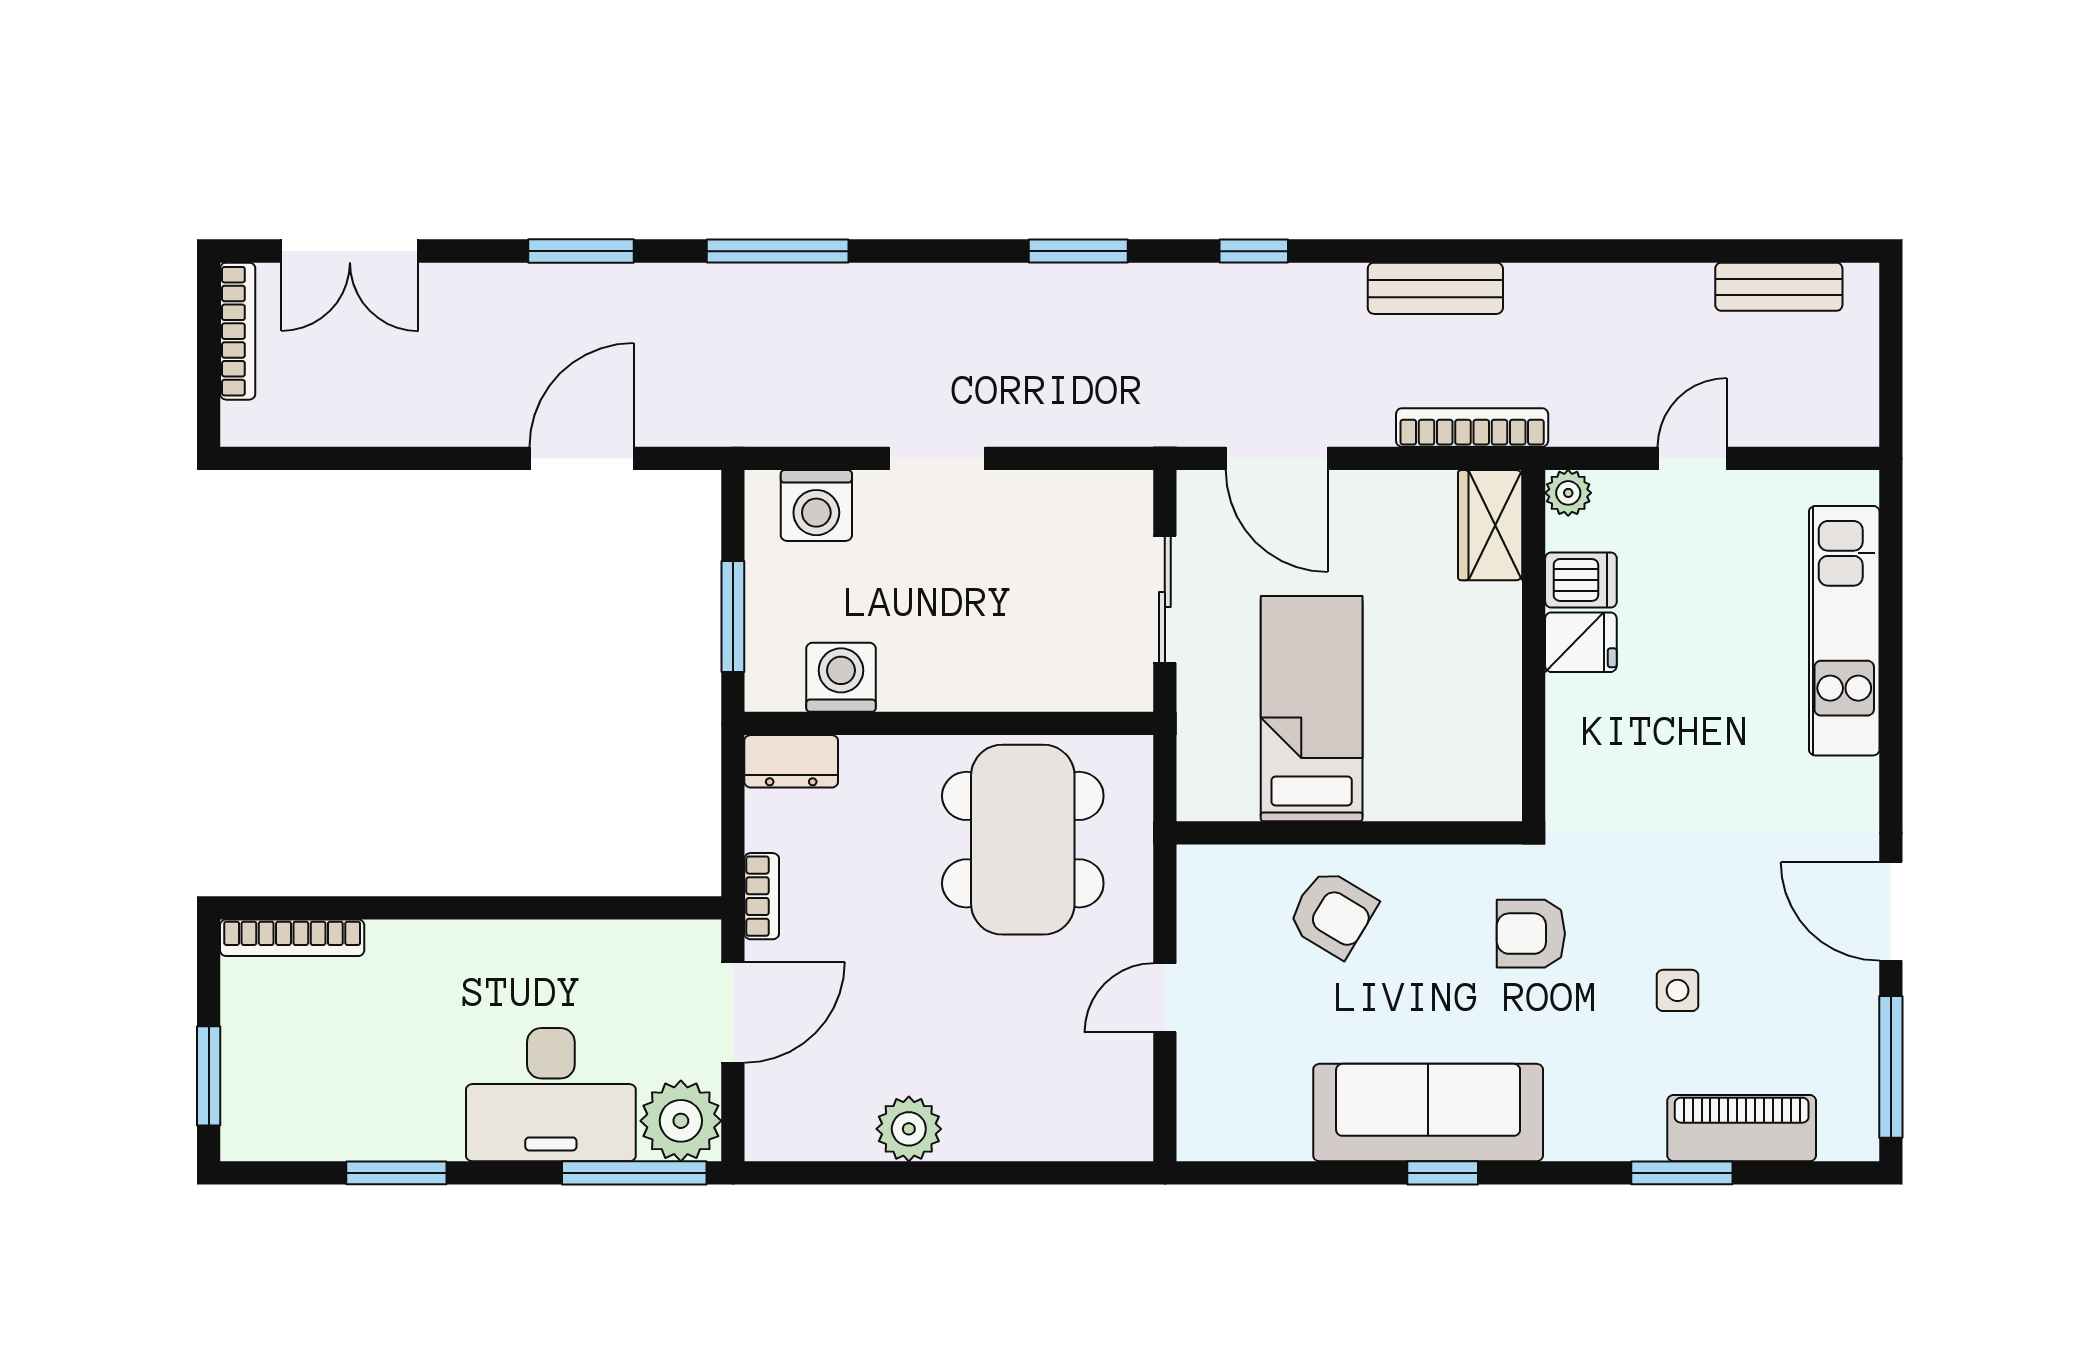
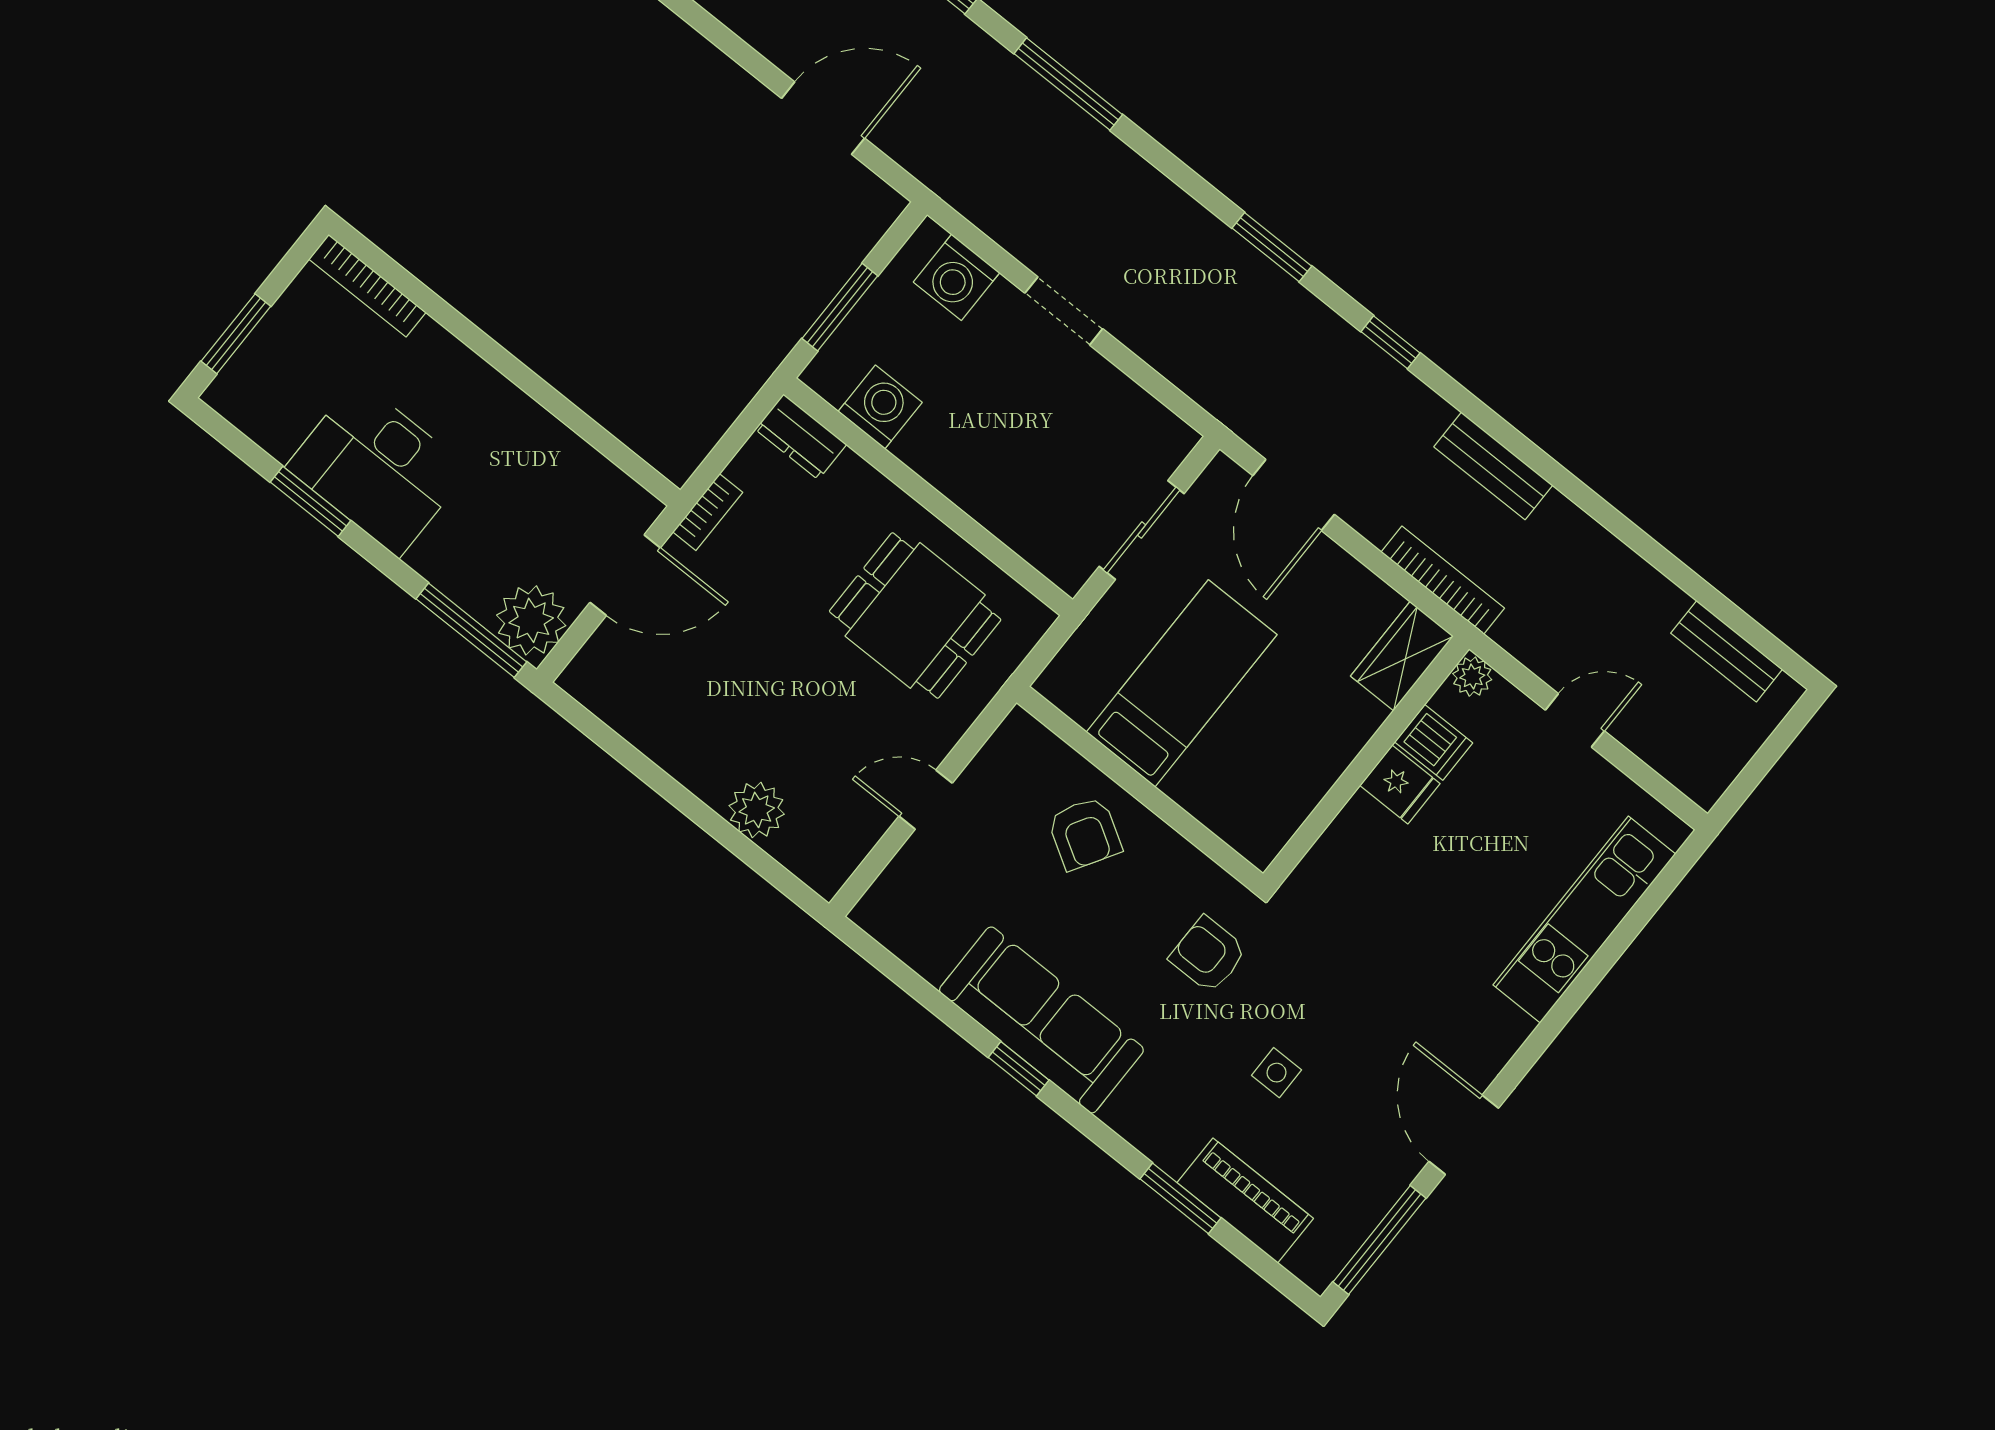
dining table: (1023, 840) -> (915, 615), width x0.73
desk: (551, 1095) -> (378, 468), moved
plant: (909, 1129) -> (757, 810), moved

